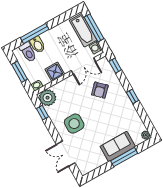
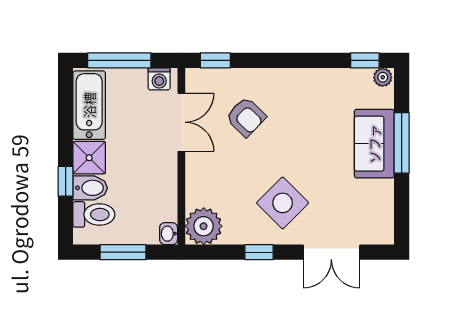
bathtub: (83, 30) -> (89, 105), moved, turned -90
window: (35, 34) -> (66, 181), width x0.46
shower: (55, 72) -> (89, 158), moved
window: (133, 96) -> (365, 60), moved
window: (43, 113) -> (259, 252), moved
side table: (74, 124) -> (283, 203), turned 45

